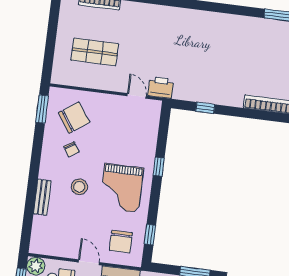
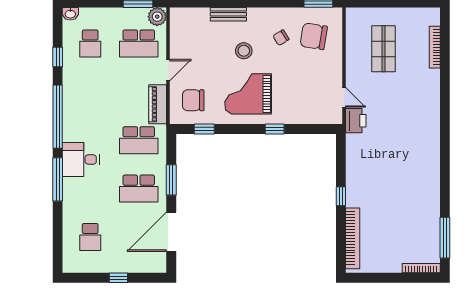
door: (137, 96) -> (344, 97), hinge flipped
window: (205, 108) -> (341, 196), moved
chair: (74, 118) -> (314, 36), turned 134

